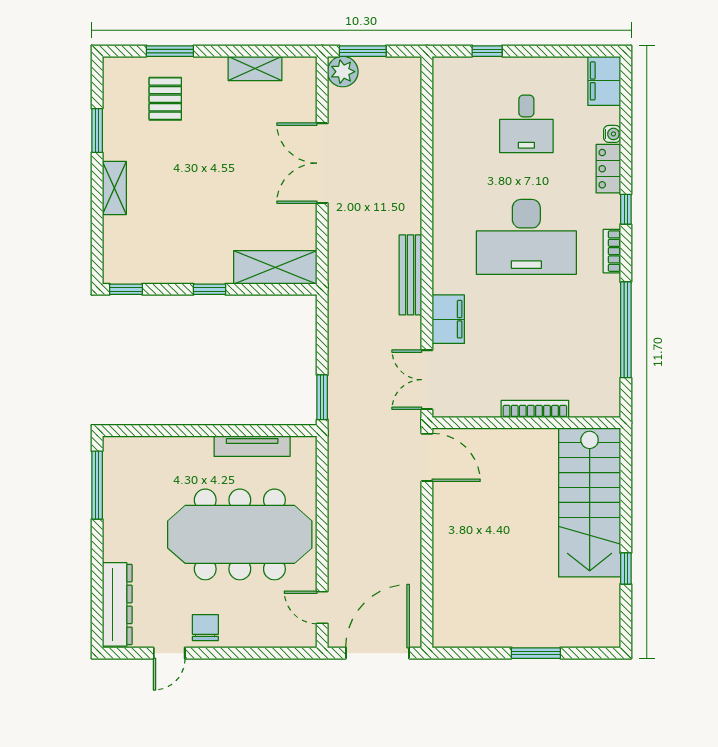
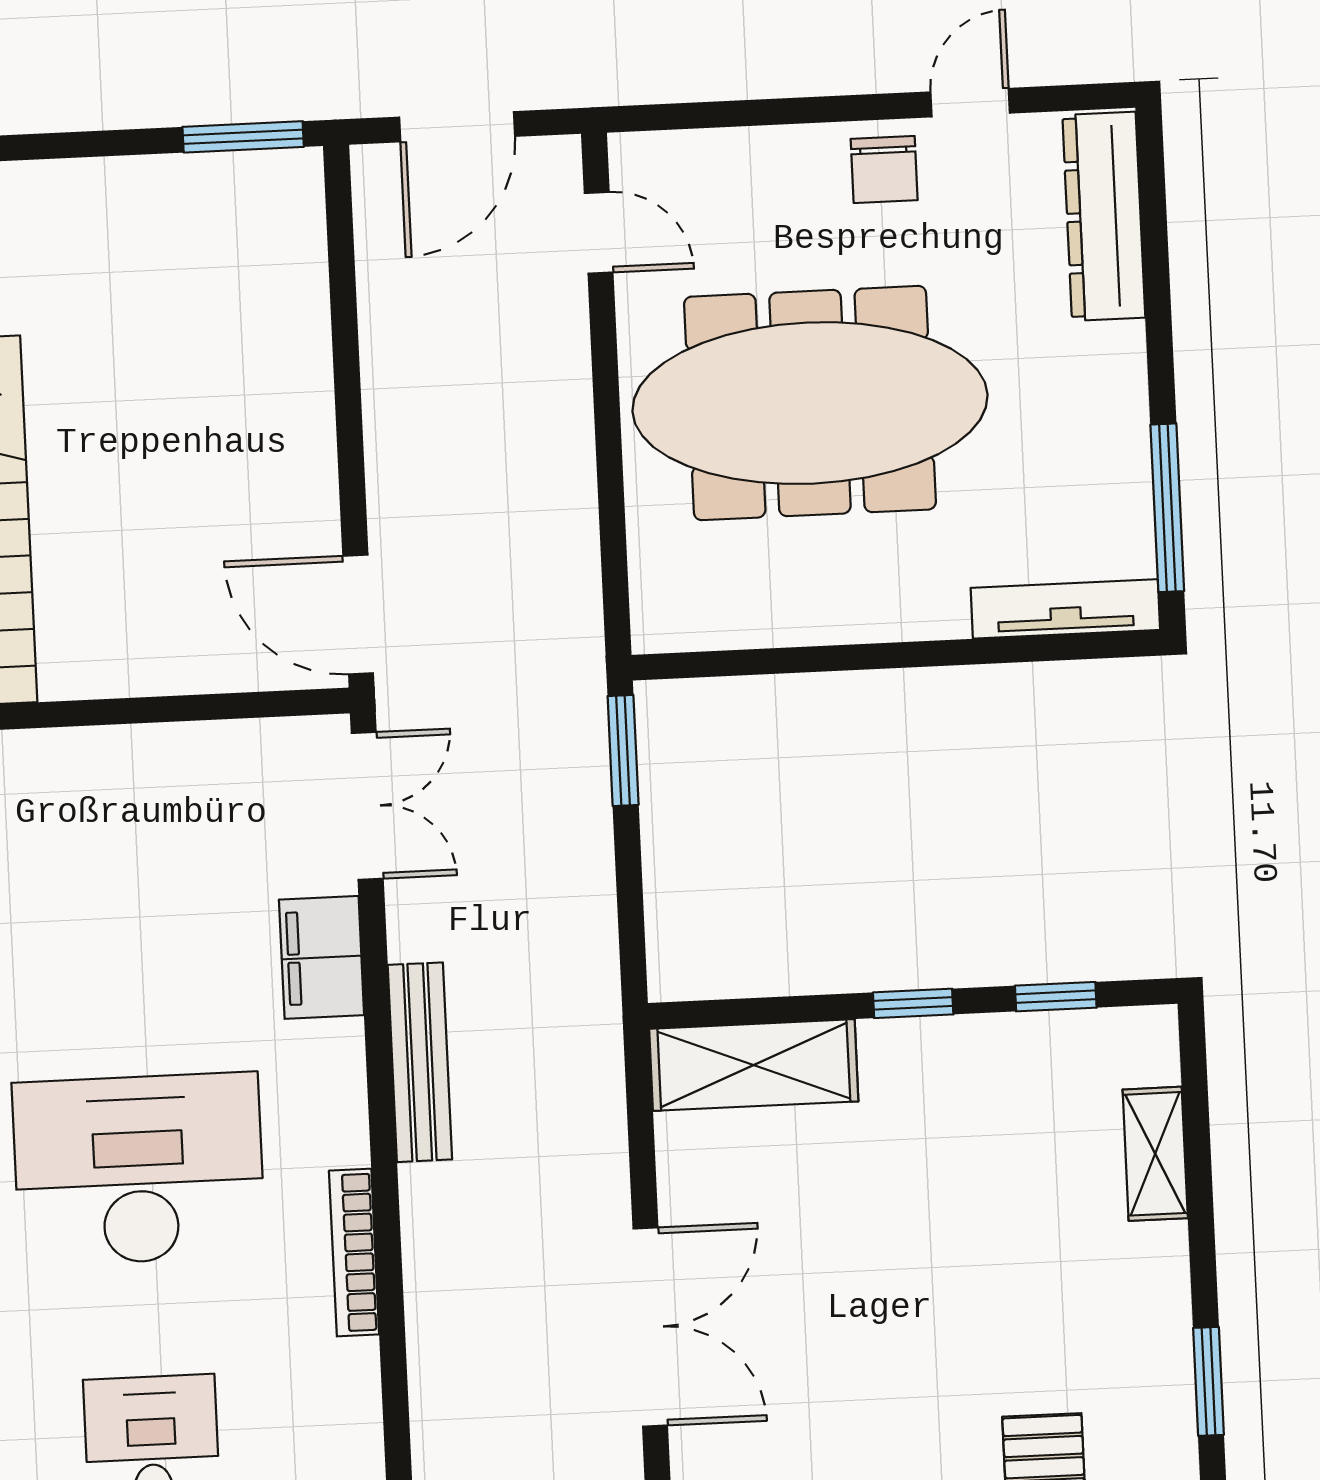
shelving: (114, 188) -> (1155, 1154), moved
window: (126, 289) -> (1056, 997), moved
bookcase: (535, 409) -> (354, 1253), moved, turned 90
tv unit: (252, 446) -> (1065, 609), moved
door: (377, 653) -> (457, 127), width x0.73
window: (536, 653) -> (243, 137), moved

